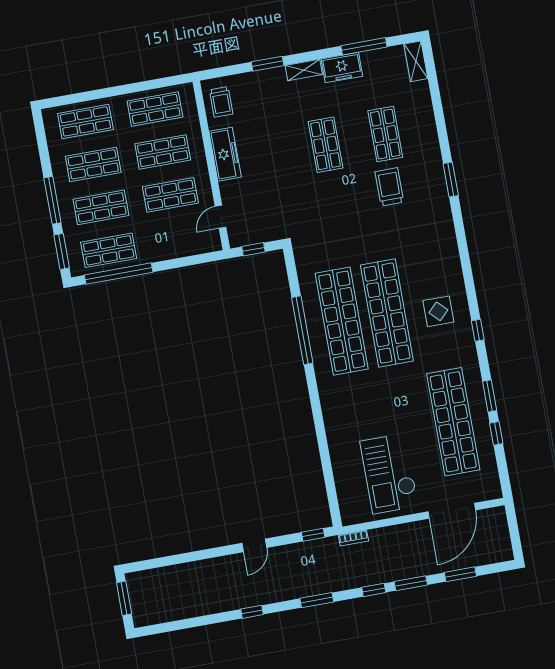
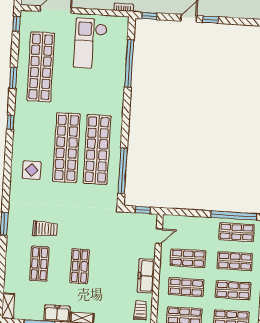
trolley: (389, 187) -> (45, 229), turned -90
display table: (438, 311) -> (32, 170), moved
window: (302, 330) -> (123, 171), moved
window: (496, 433) -> (16, 24), moved
window: (325, 458) -> (129, 64), added
checkout: (389, 474) -> (90, 43), turned 180
window: (222, 551) -> (210, 20), added

